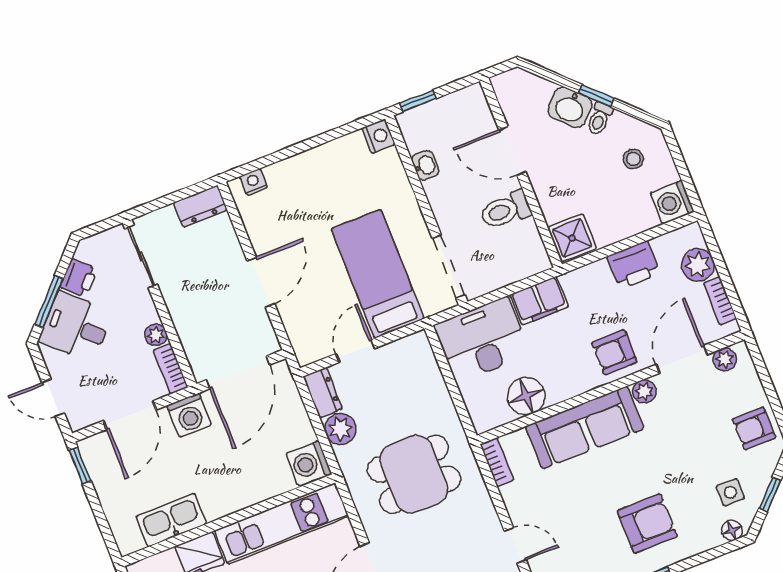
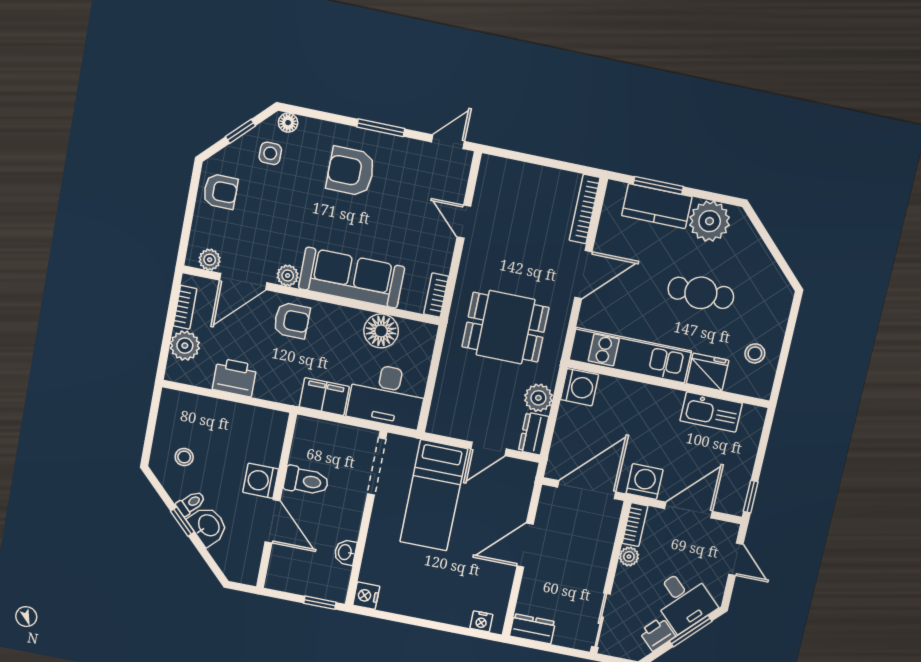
washing machine: (672, 202) -> (261, 481), moved, turned 180
shower: (572, 238) -> (269, 428), removed

